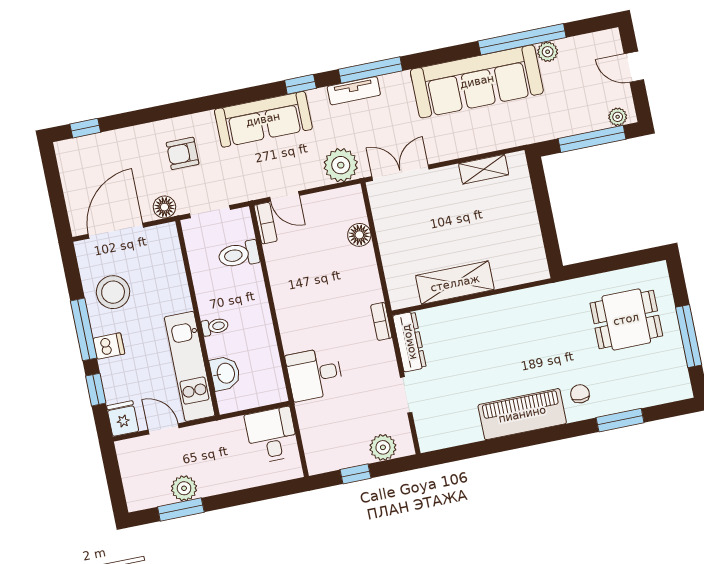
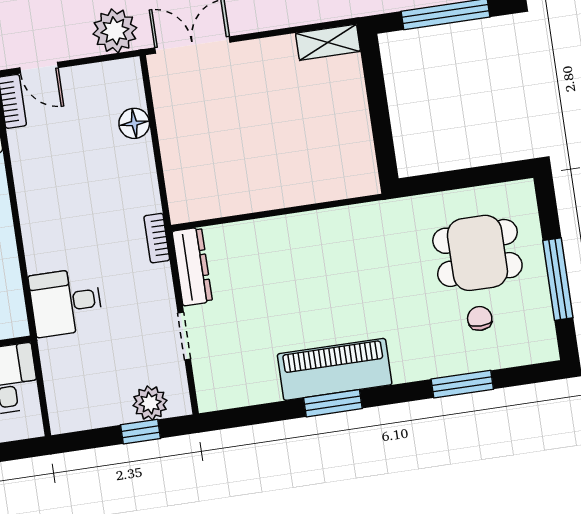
shelving: (484, 169) -> (328, 42), moved
shelving: (455, 283) -> (256, 193), removed
chair: (580, 394) -> (480, 318), moved
window: (522, 440) -> (333, 403), added
window: (355, 474) -> (140, 432), moved

